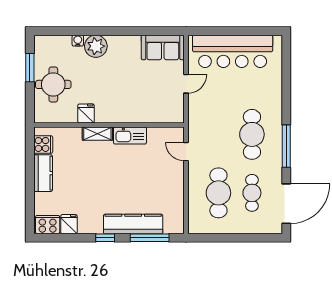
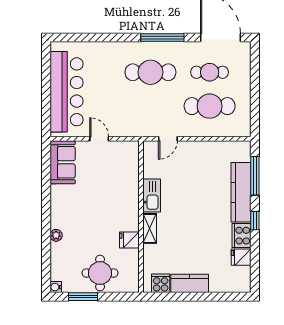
water cooler: (78, 41) -> (56, 287), moved
plant: (96, 46) -> (56, 235), width x0.53, depth x0.53
cooker: (48, 225) -> (242, 236), moved

